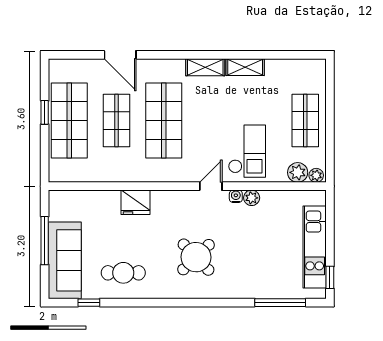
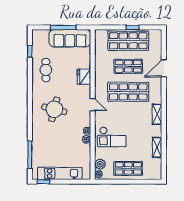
shelving: (245, 67) -> (157, 148), moved
door: (211, 186) -> (93, 105), moved
round table: (196, 257) -> (54, 109), turned -32
sofa: (65, 260) -> (70, 38), moved

